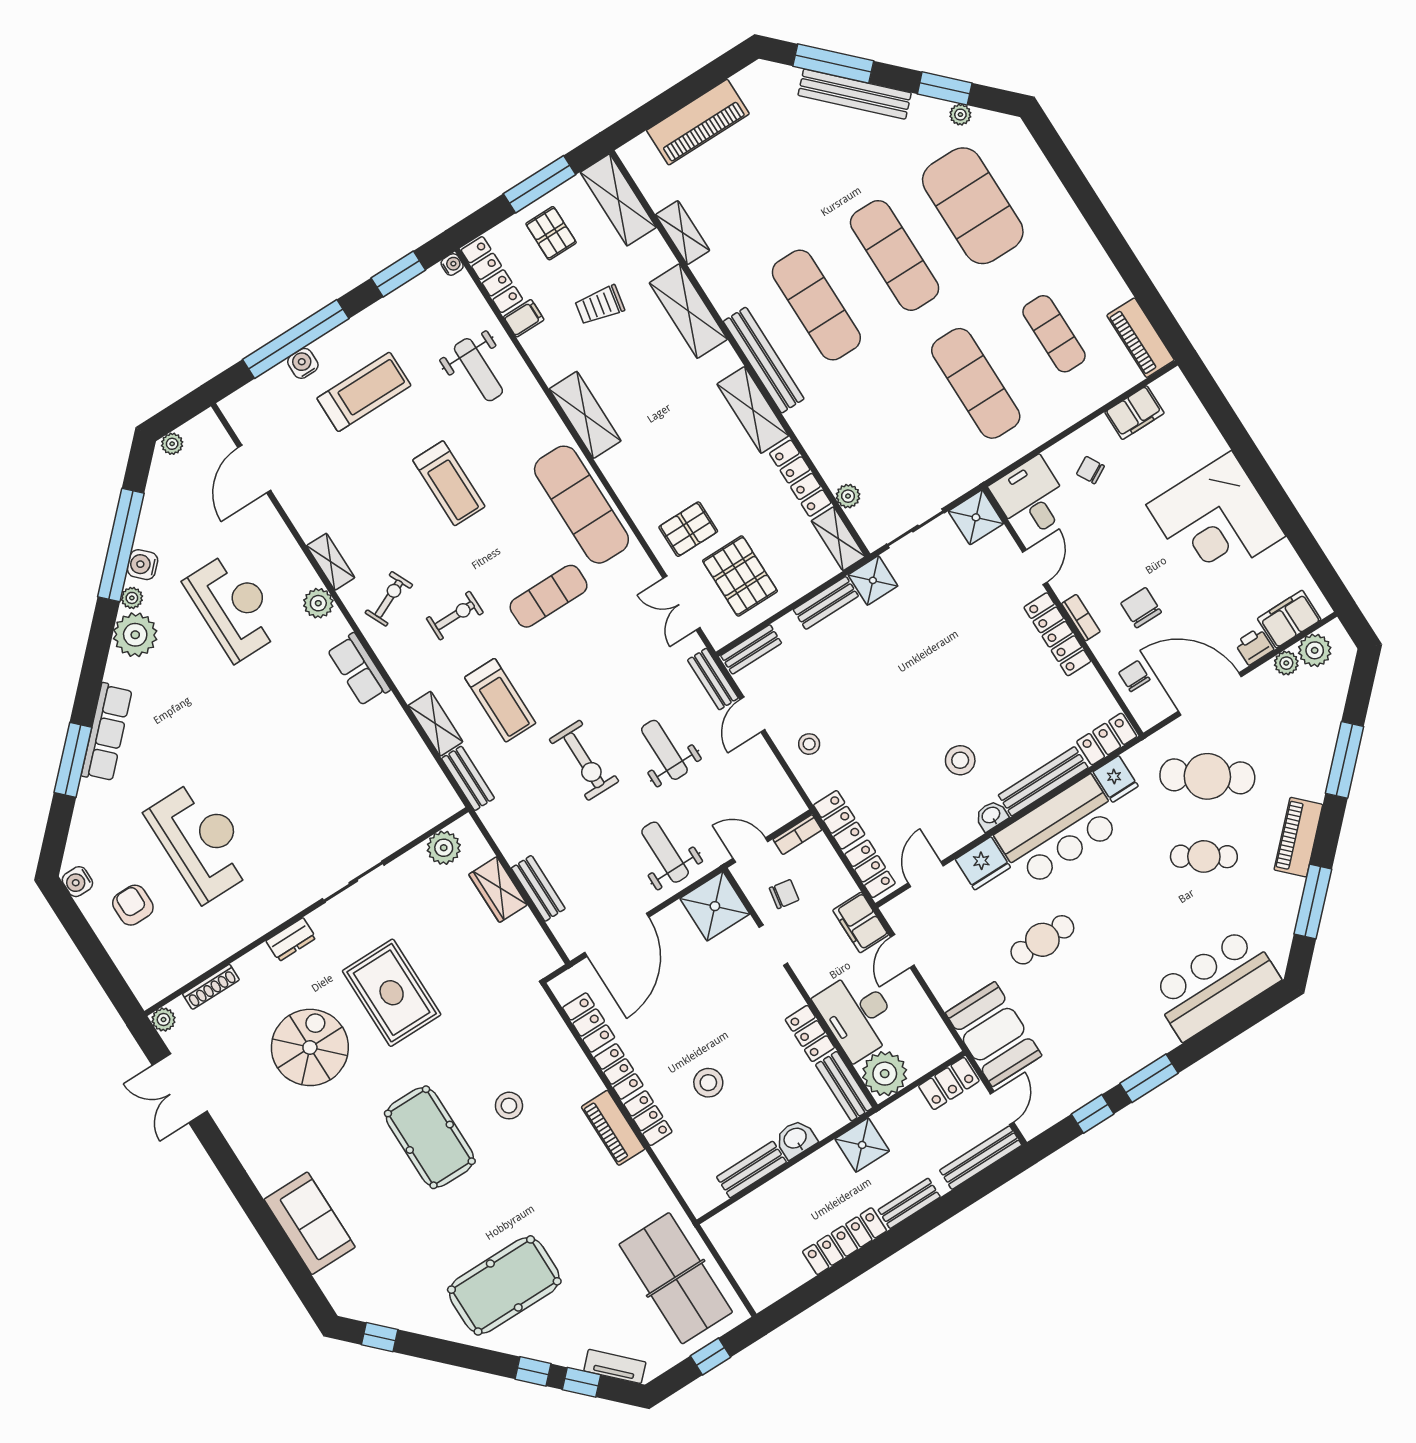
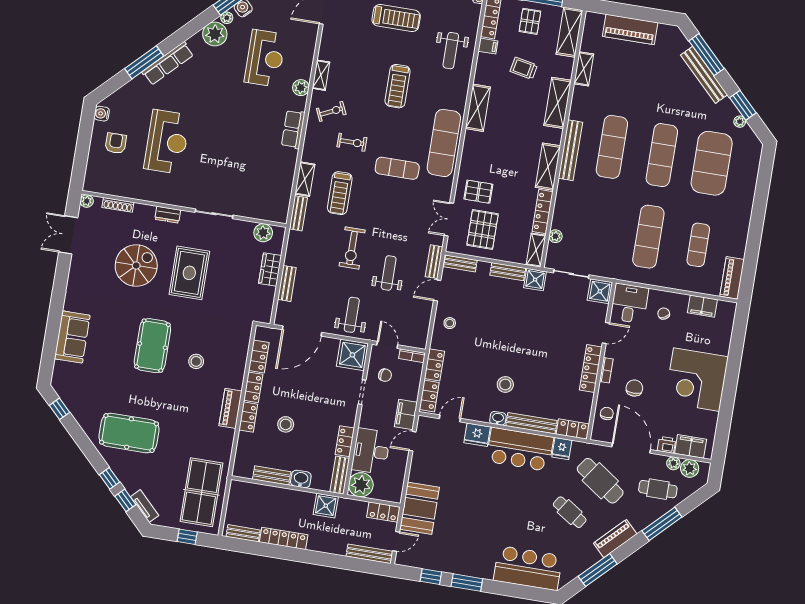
cafe table: (1042, 940) -> (658, 489), moved
bench: (909, 1203) -> (243, 533), moved

